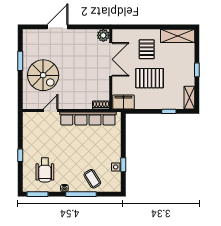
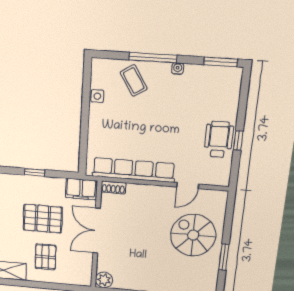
double door: (111, 59) -> (97, 231), moved
window: (169, 111) -> (35, 172), moved
window: (20, 155) -> (238, 140), moved
window: (123, 165) -> (86, 99), removed
wheelchair: (45, 170) -> (219, 139), moved

